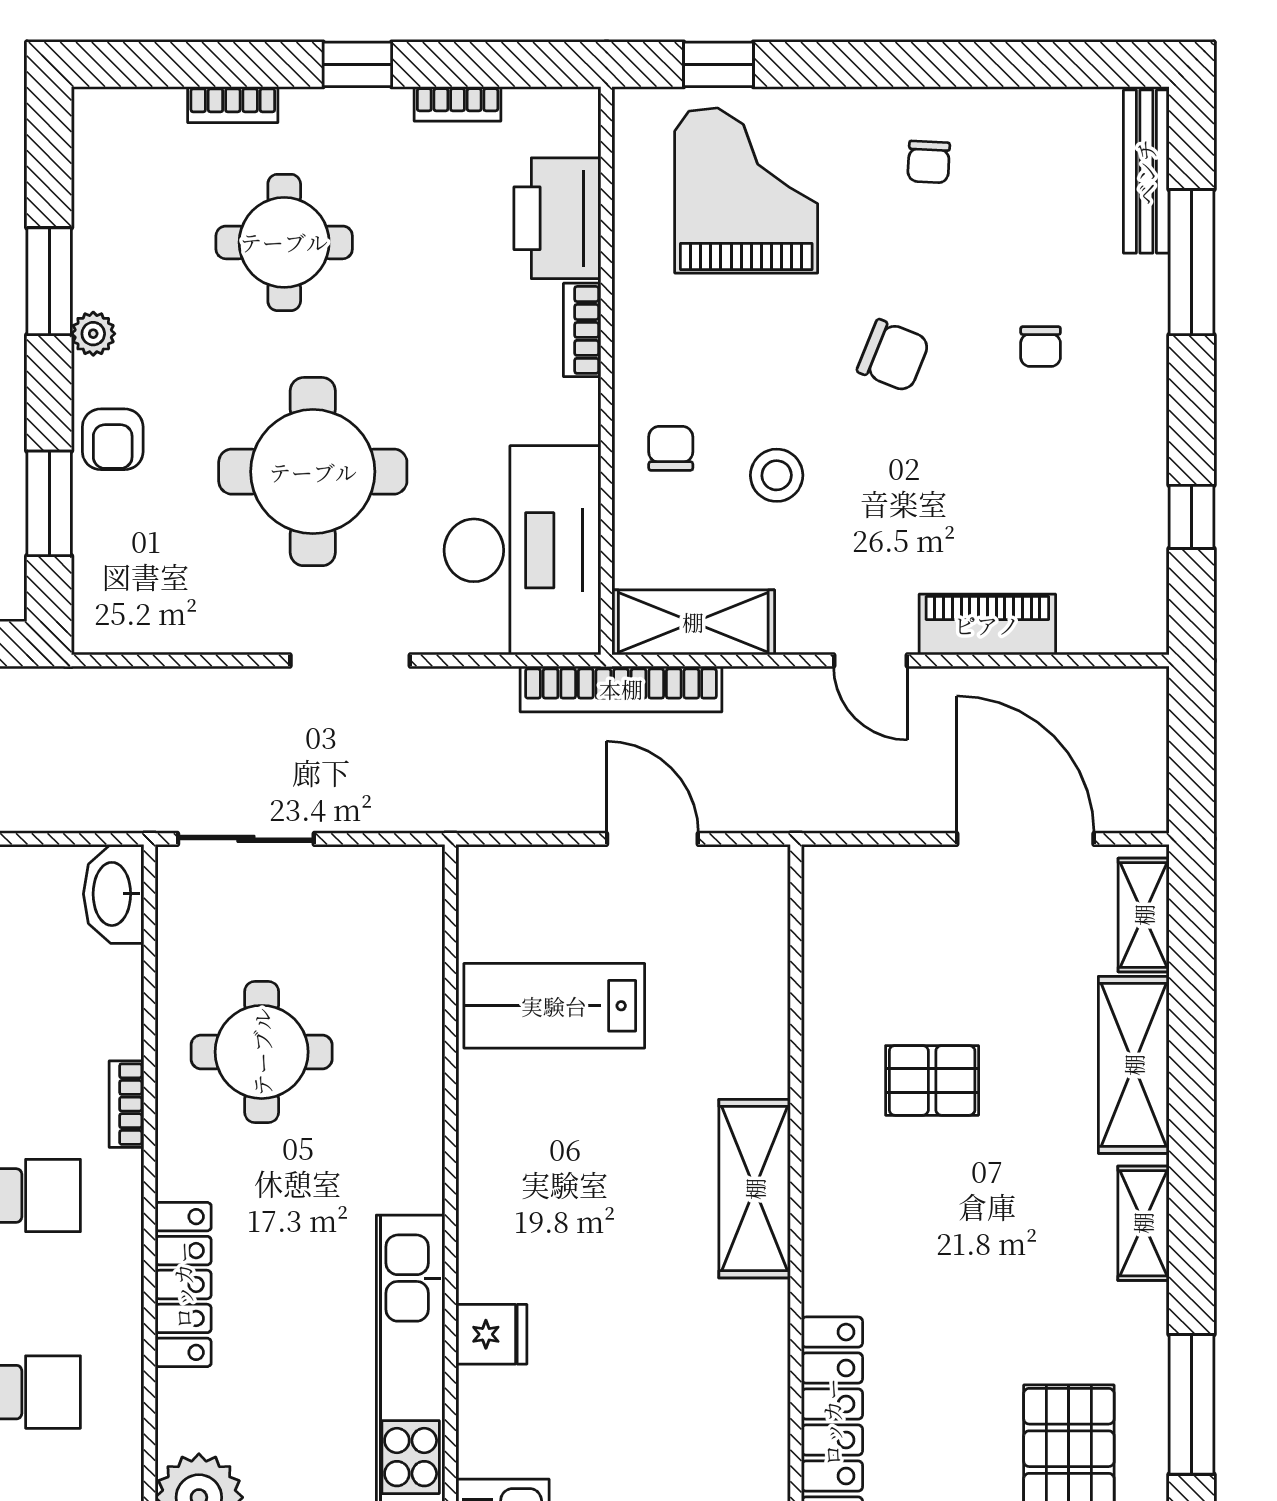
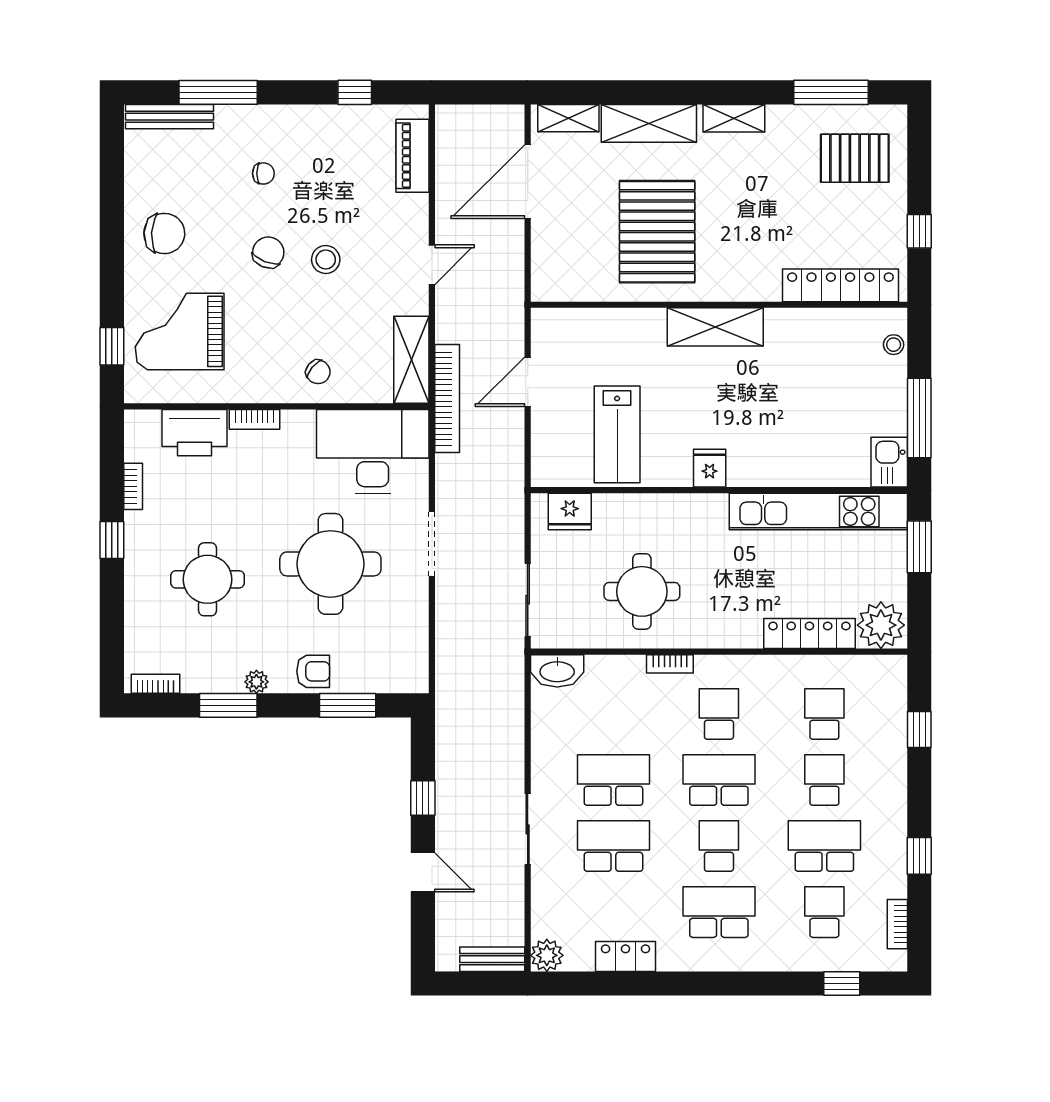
bookcase: (233, 105) -> (155, 684), moved, turned -90
chair: (929, 162) -> (164, 233), width x1.87, depth x1.87
chair: (671, 448) -> (318, 372), turned -140
stool: (777, 475) -> (326, 259), moved
piano: (987, 625) -> (413, 156), moved
fridge: (411, 918) -> (570, 511), added
pallet: (932, 1080) -> (657, 232), width x2.05, depth x2.00
locker: (183, 1285) -> (809, 634), moved
fridge: (491, 1334) -> (710, 468), moved

